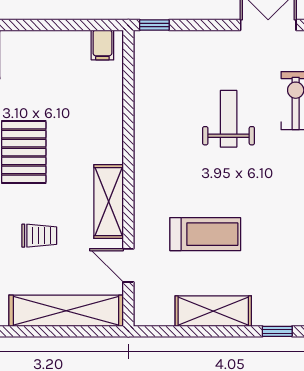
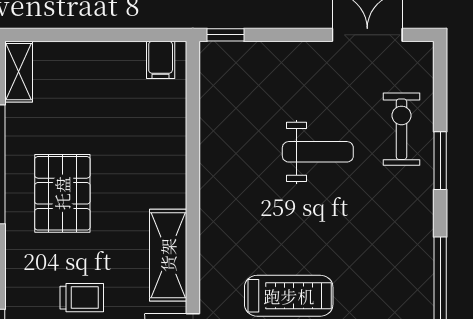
weight bench: (229, 119) -> (318, 152), turned 90

